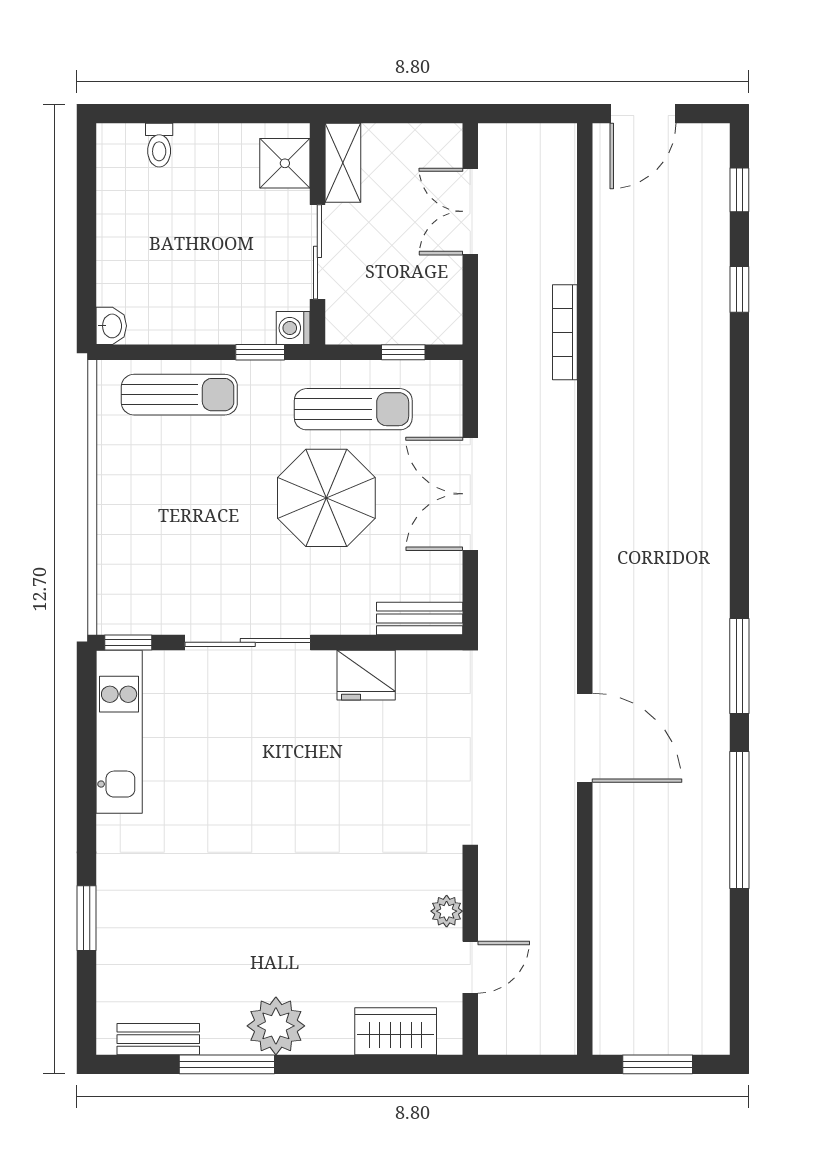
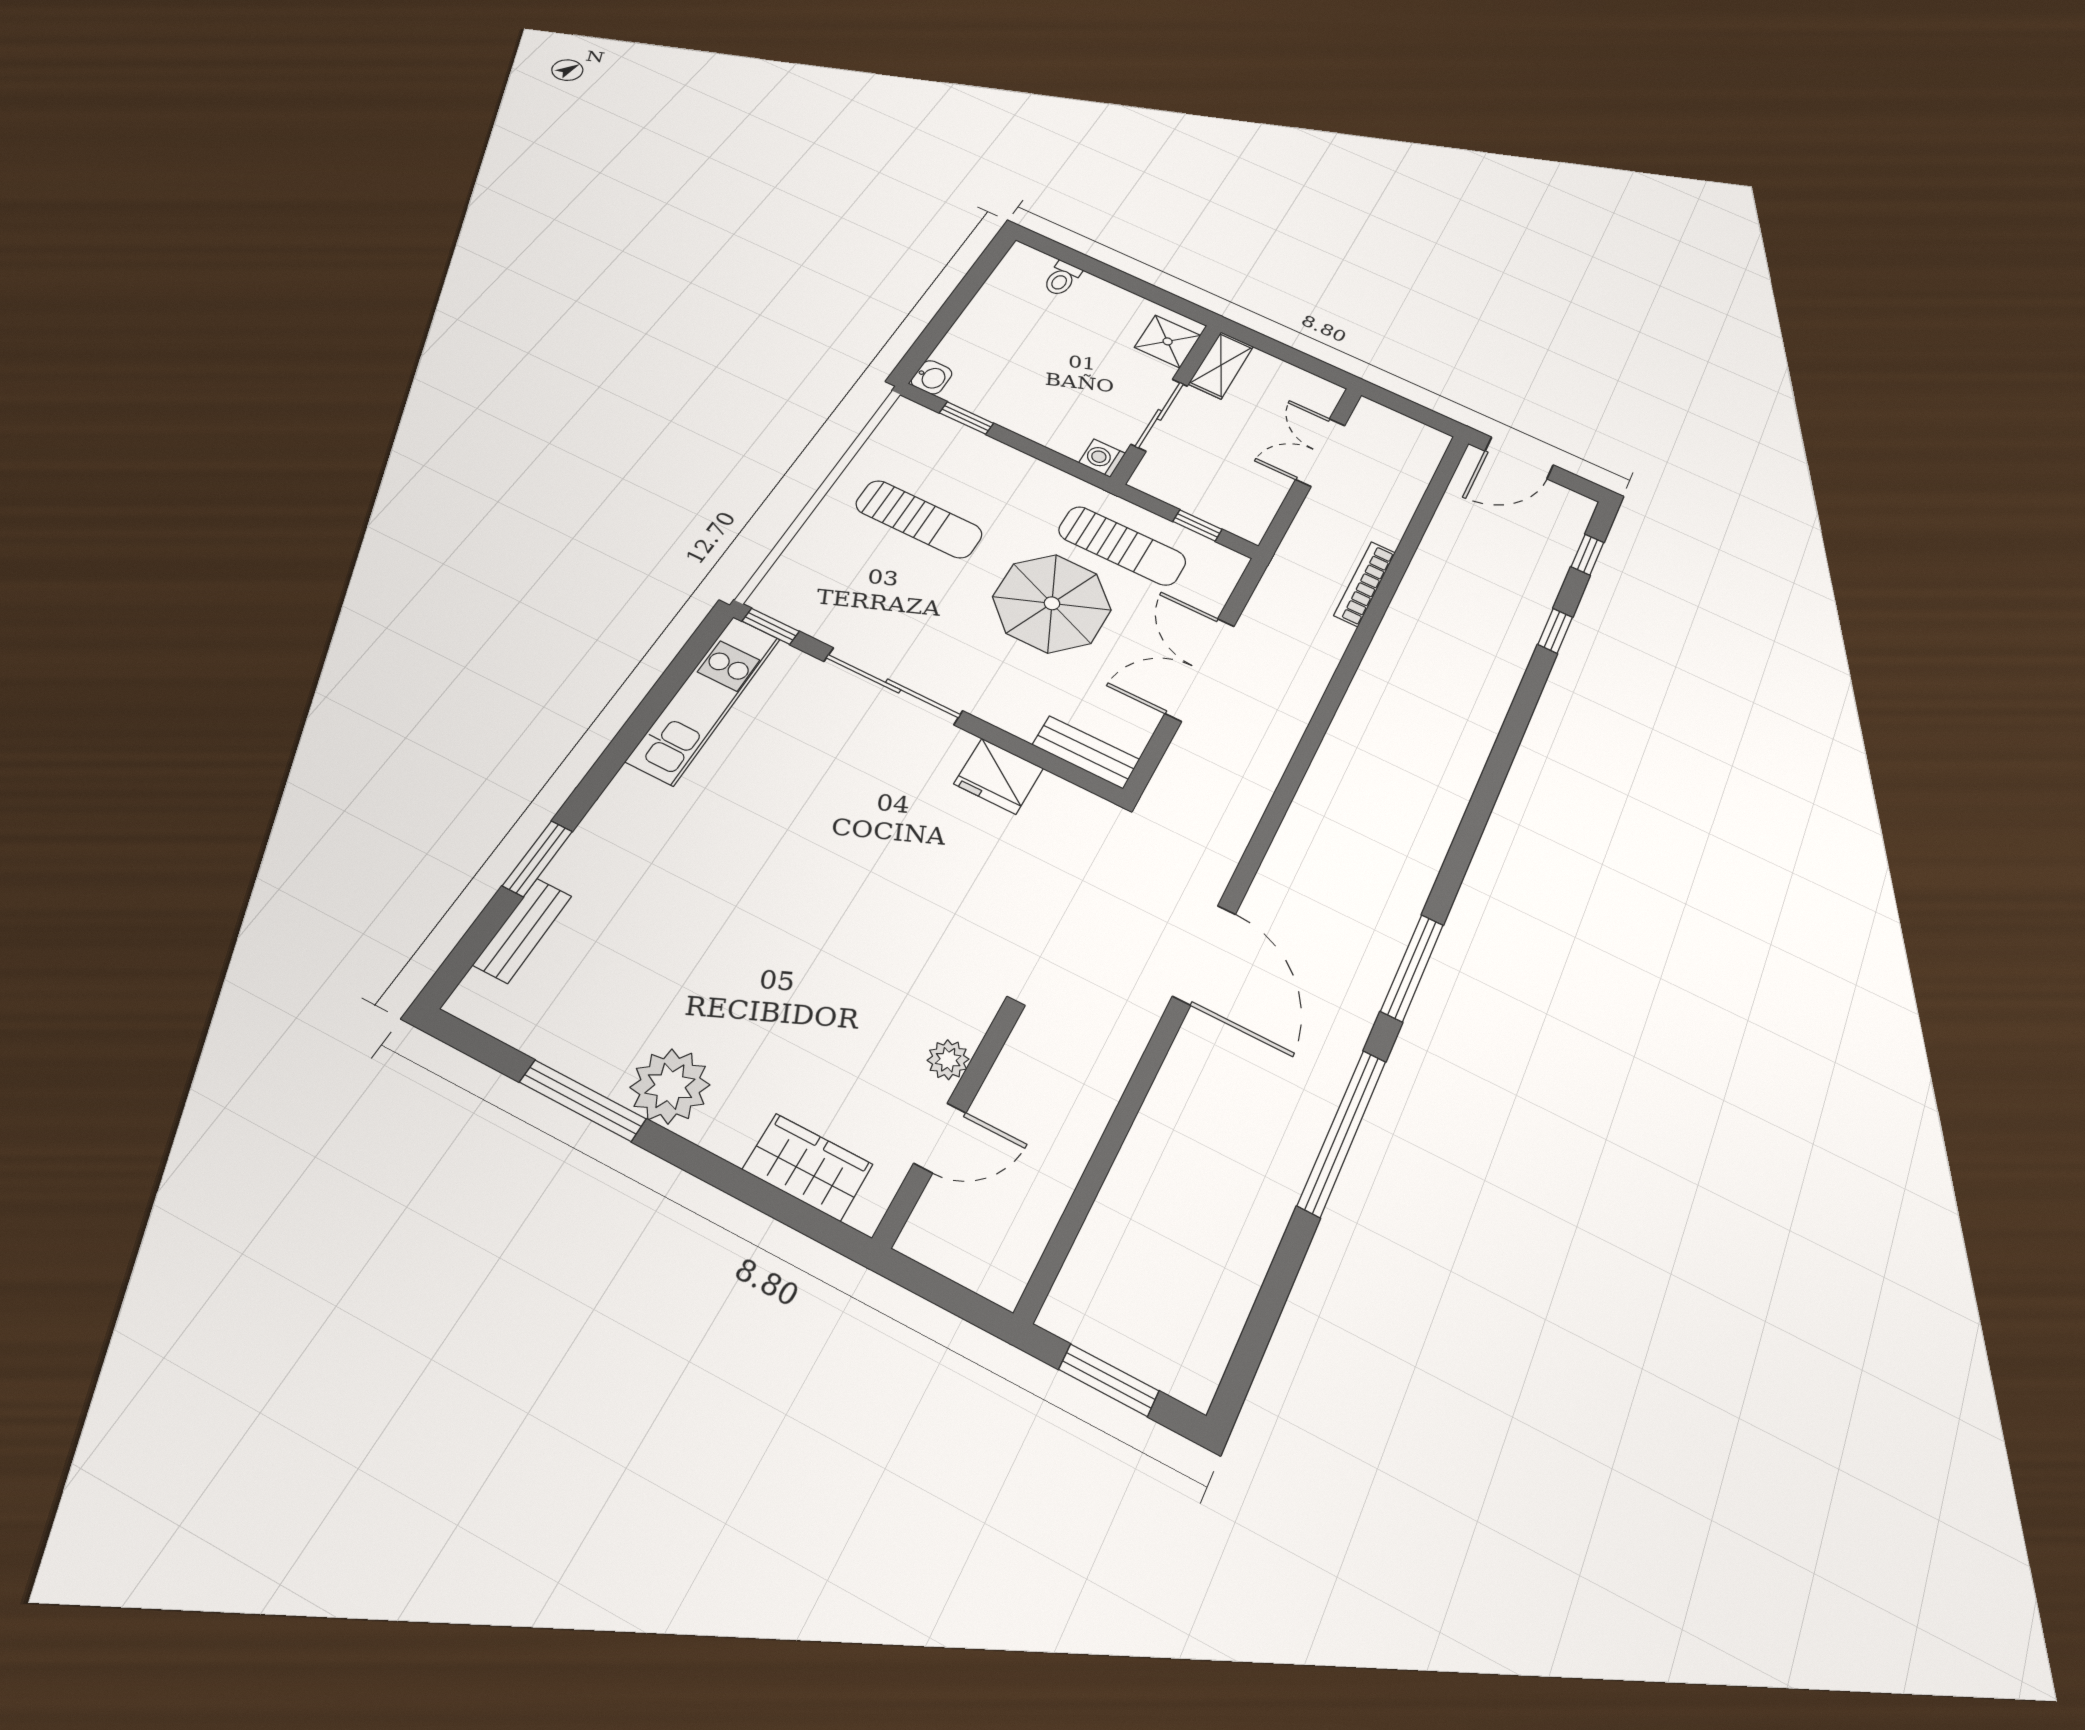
window: (260, 352) -> (966, 418), moved
sun lounger: (179, 395) -> (919, 519), moved
bench: (158, 1039) -> (522, 930), moved, turned 90

